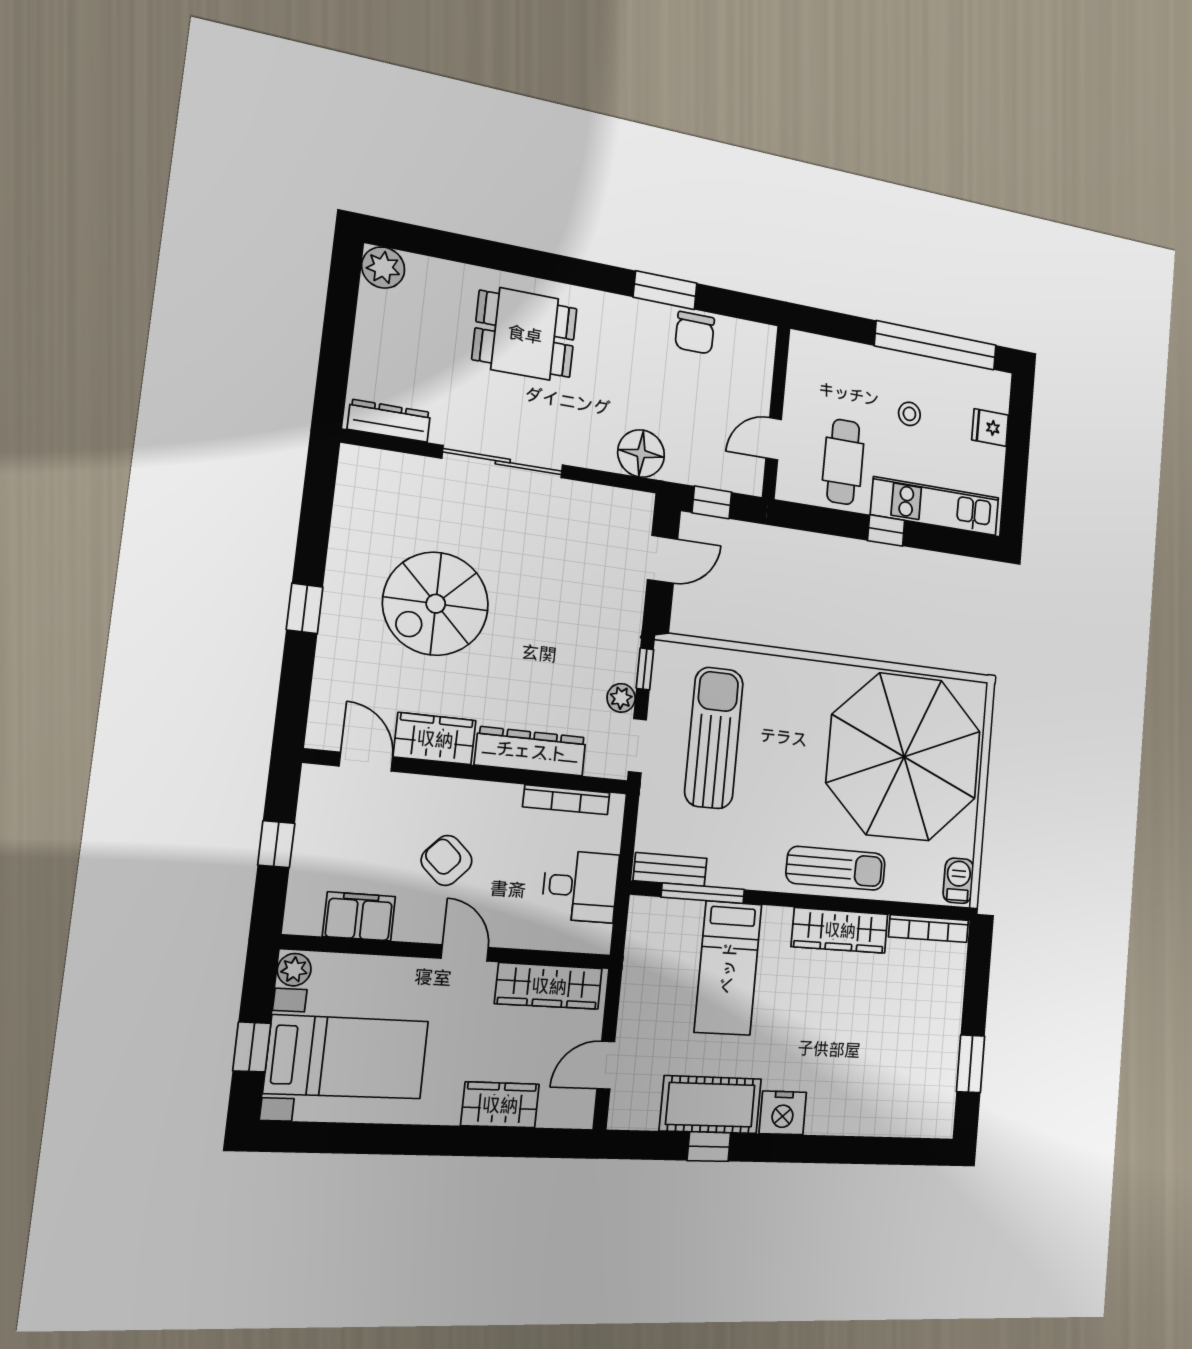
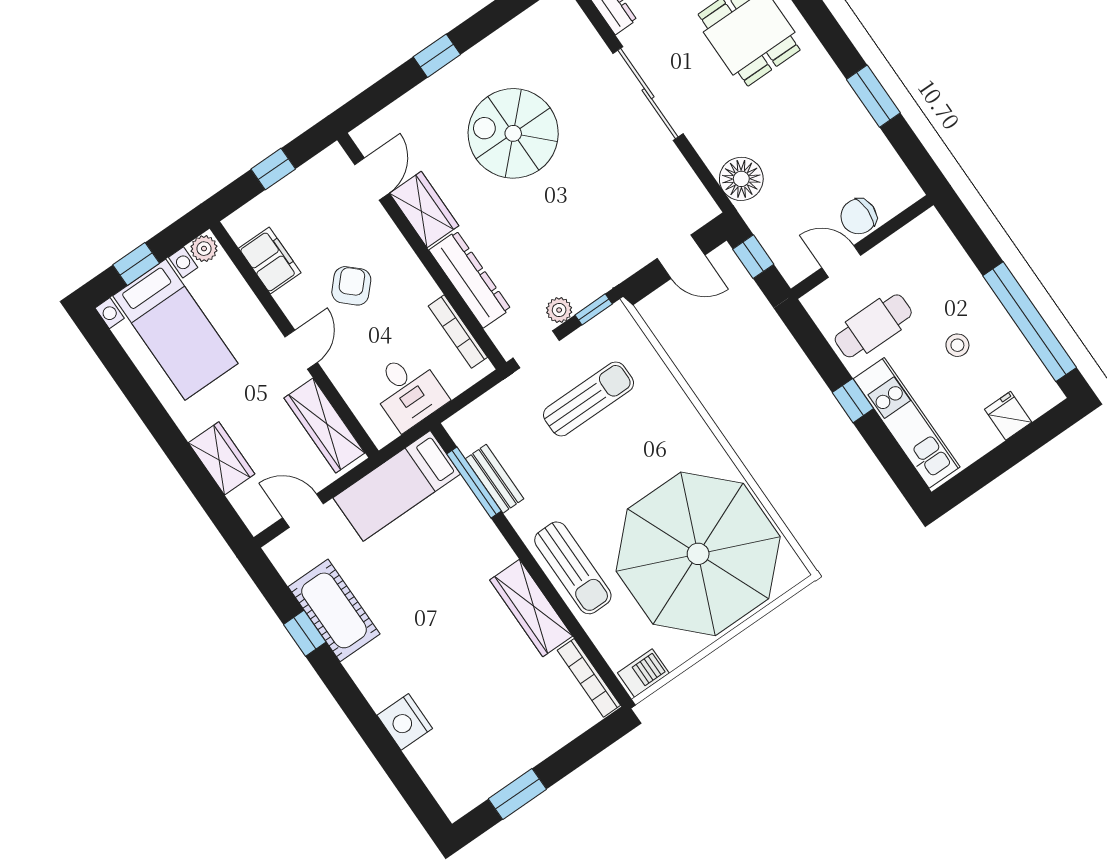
chair: (695, 333) -> (859, 216), moved
sun lounger: (714, 738) -> (588, 399), width x0.73, depth x0.75
bench: (670, 869) -> (495, 479), moved
bed: (728, 968) -> (397, 486), moved
nightstand: (783, 1113) -> (405, 722), moved

